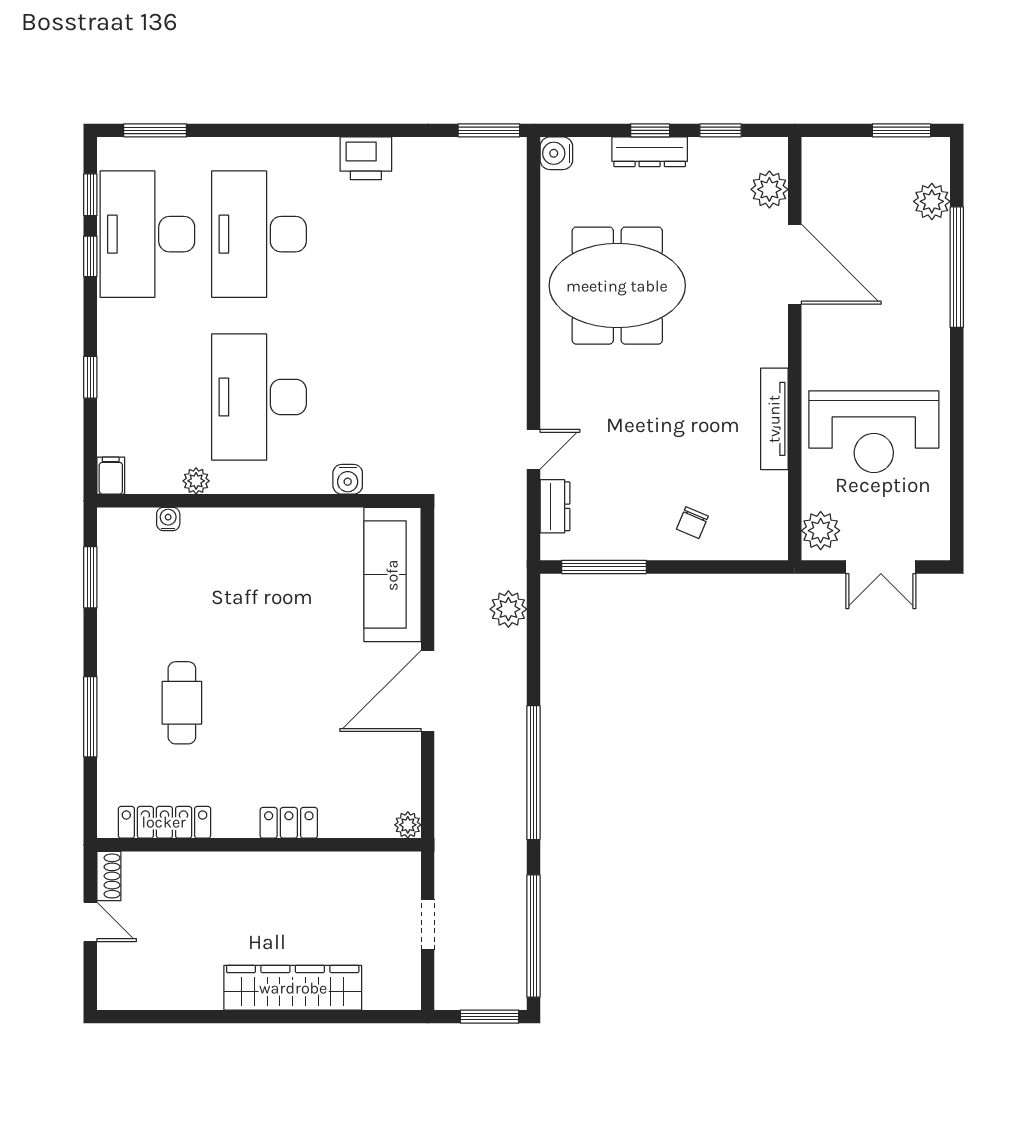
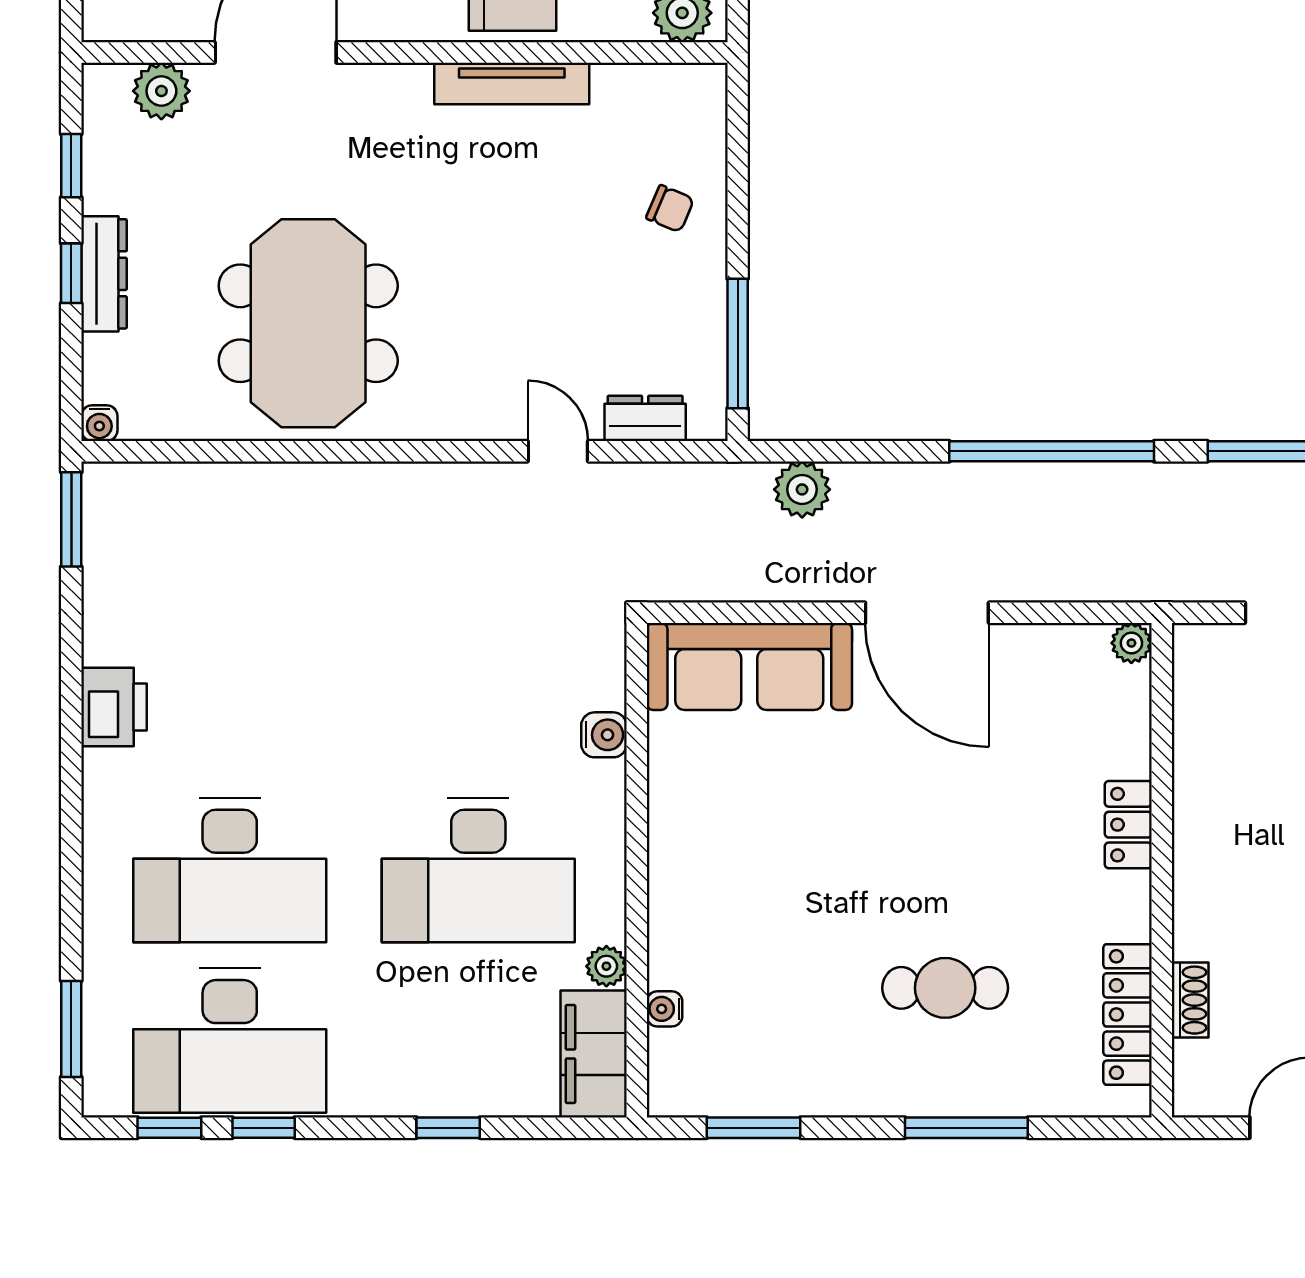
water cooler: (556, 153) -> (99, 423), width x0.72, depth x0.72
filing cabinet: (111, 476) -> (594, 1054), width x3.00, depth x1.17
shoe rack: (109, 876) -> (1190, 1000), moved, turned 90

